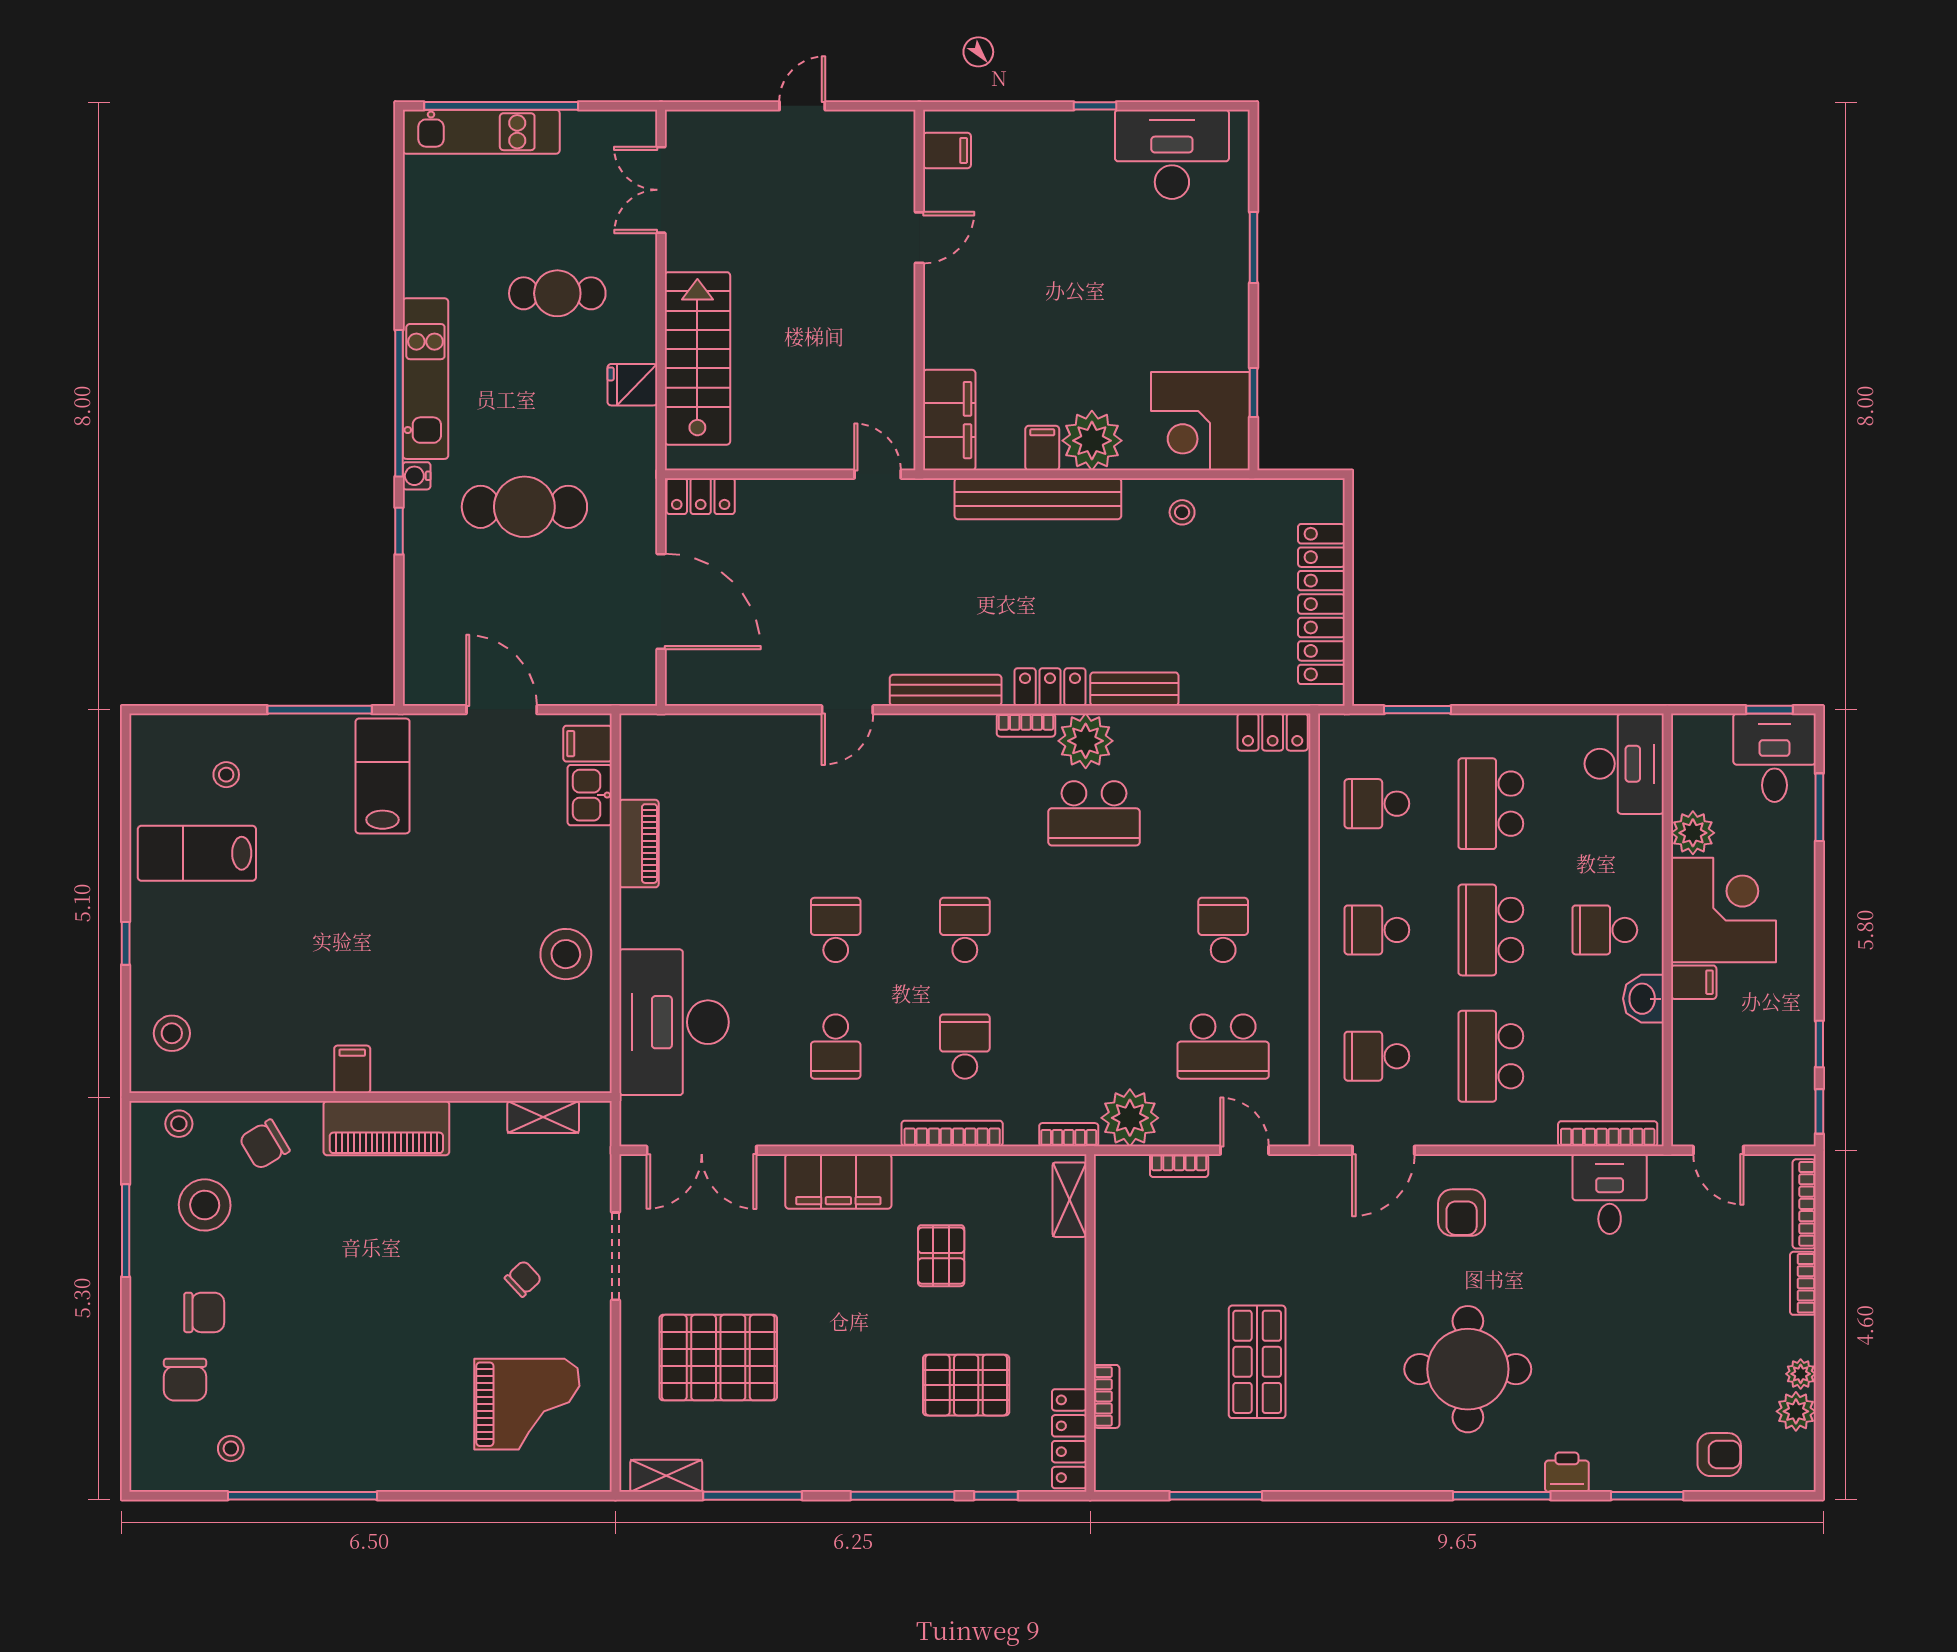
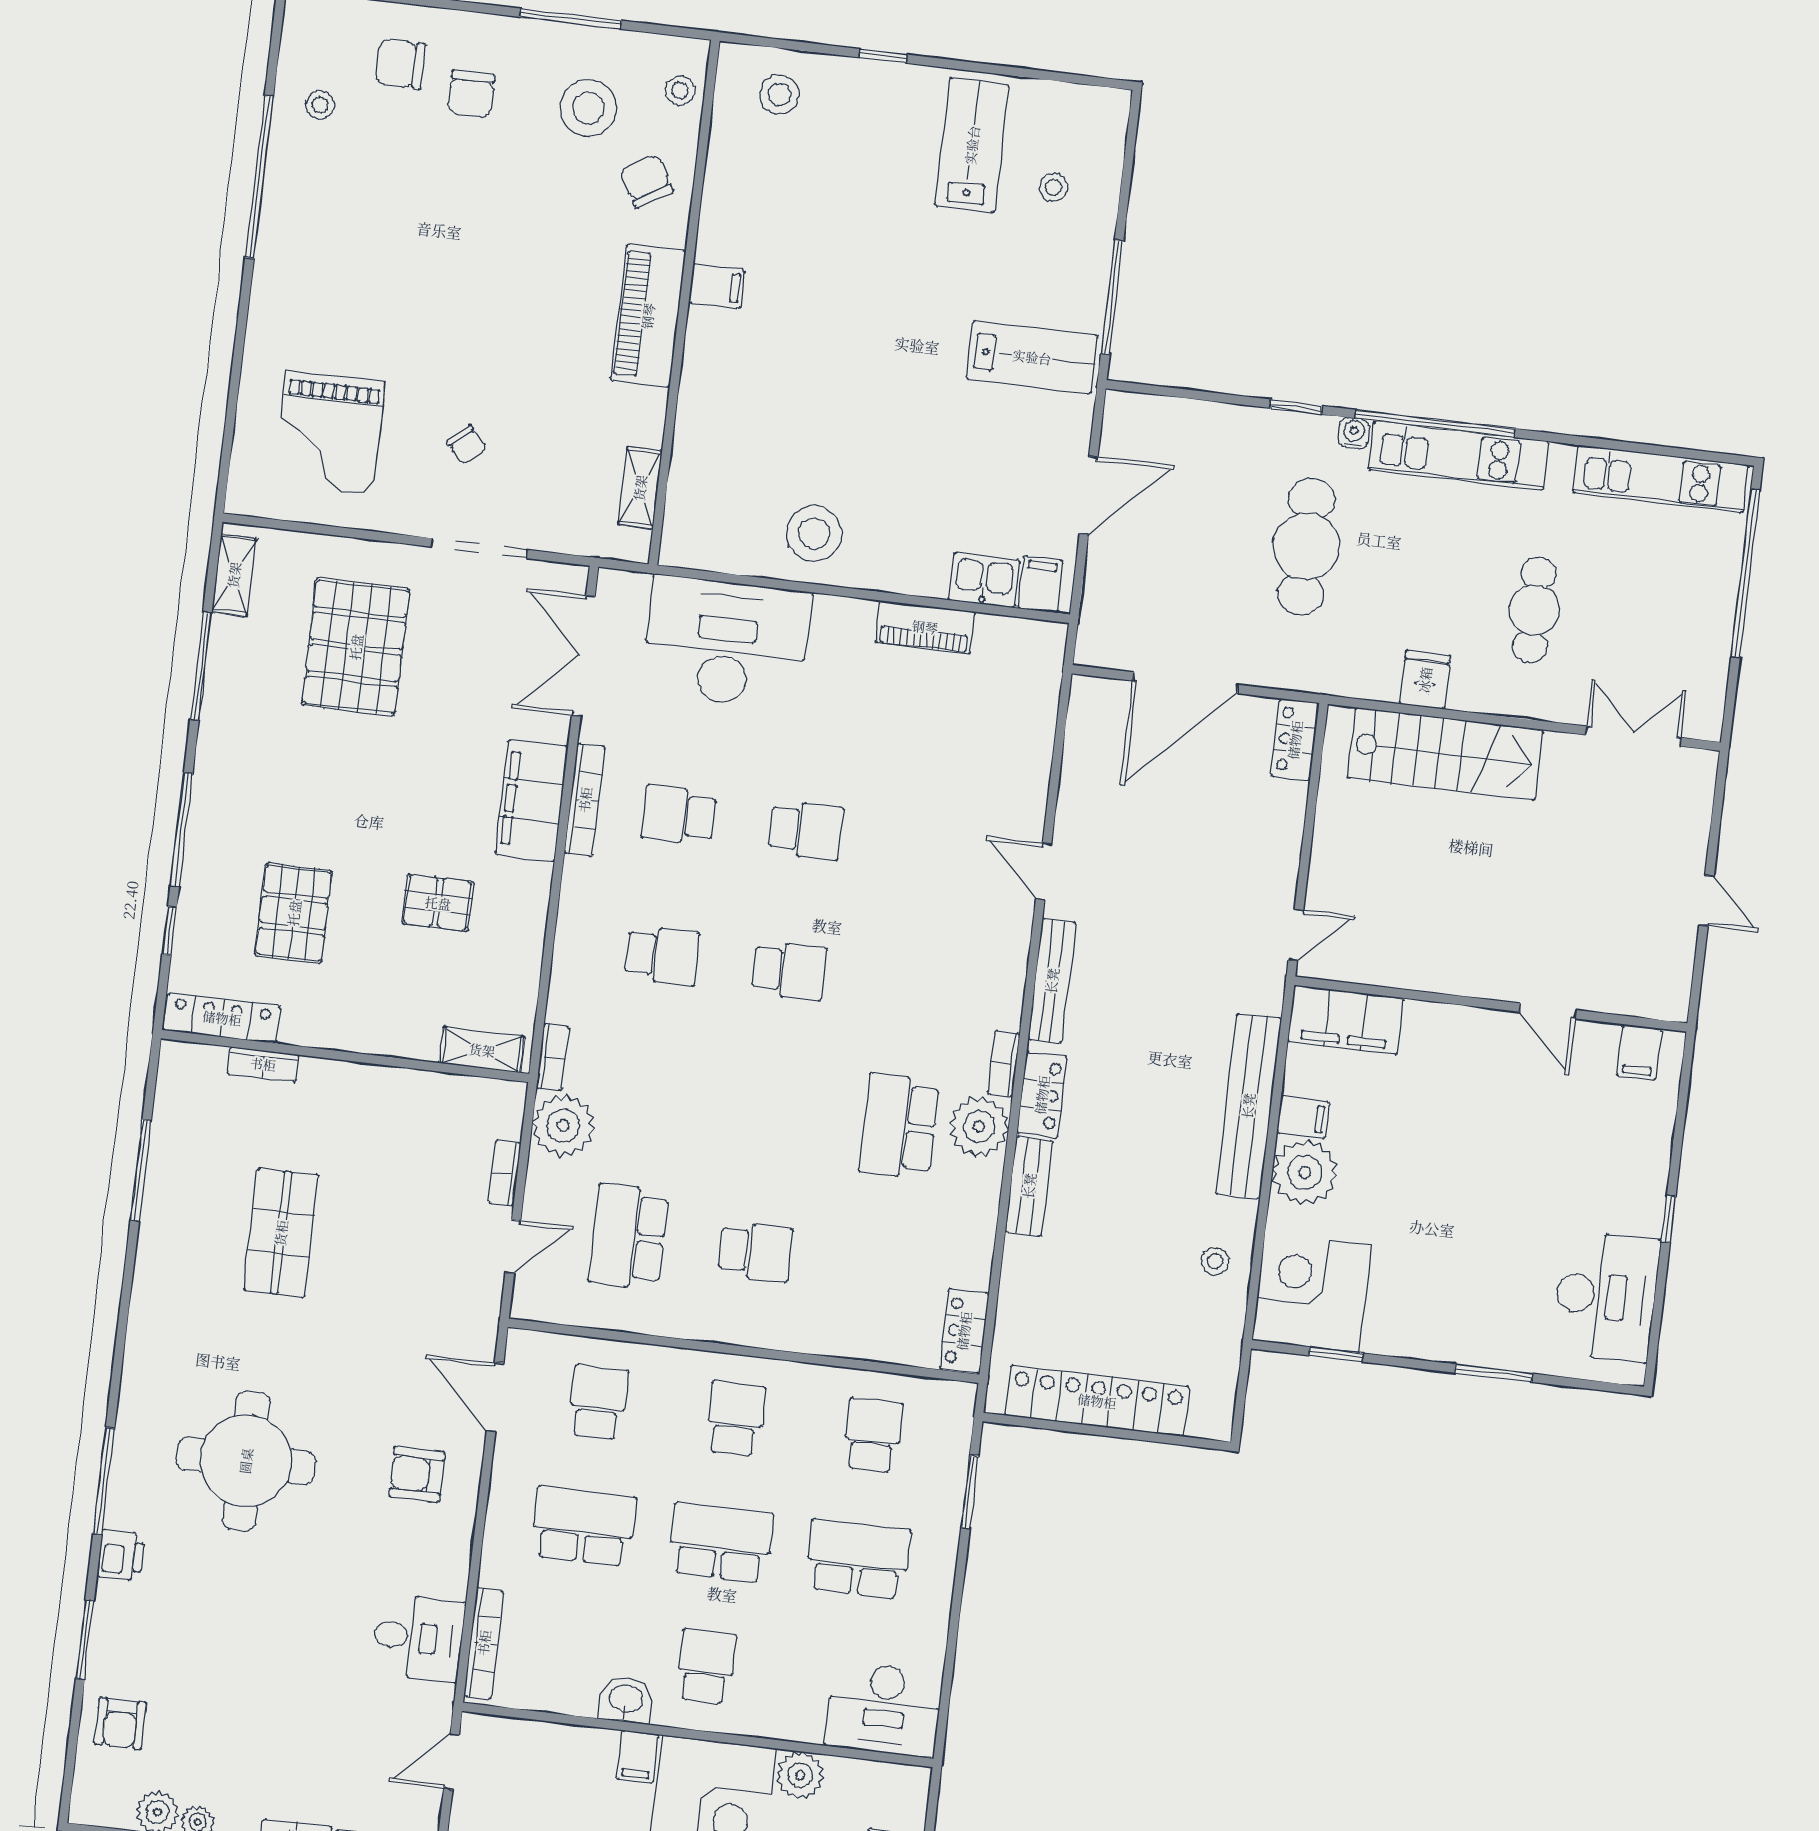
kitchen unit: (481, 132) -> (1661, 479), moved, turned -90
bookcase: (952, 1133) -> (585, 800), moved
shop shelf: (1257, 1362) -> (281, 1233), turned 90

